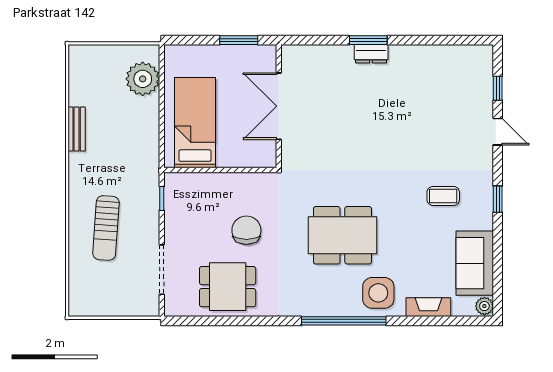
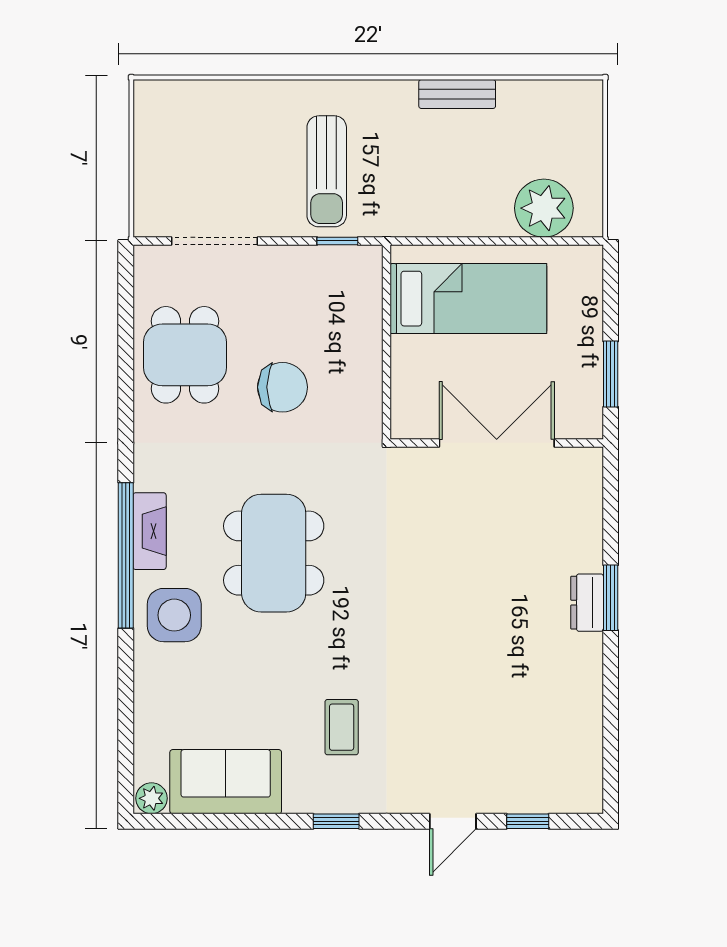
sun lounger: (106, 228) -> (327, 171), moved, turned -94
fireplace: (428, 307) -> (150, 531), moved

